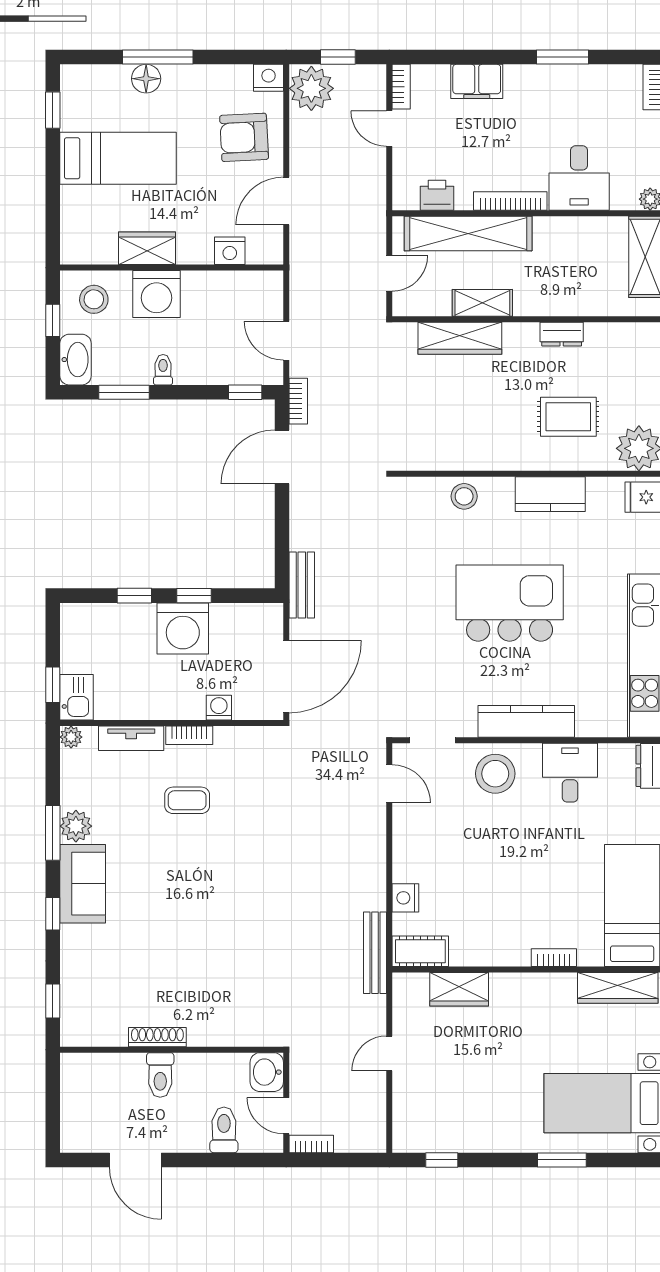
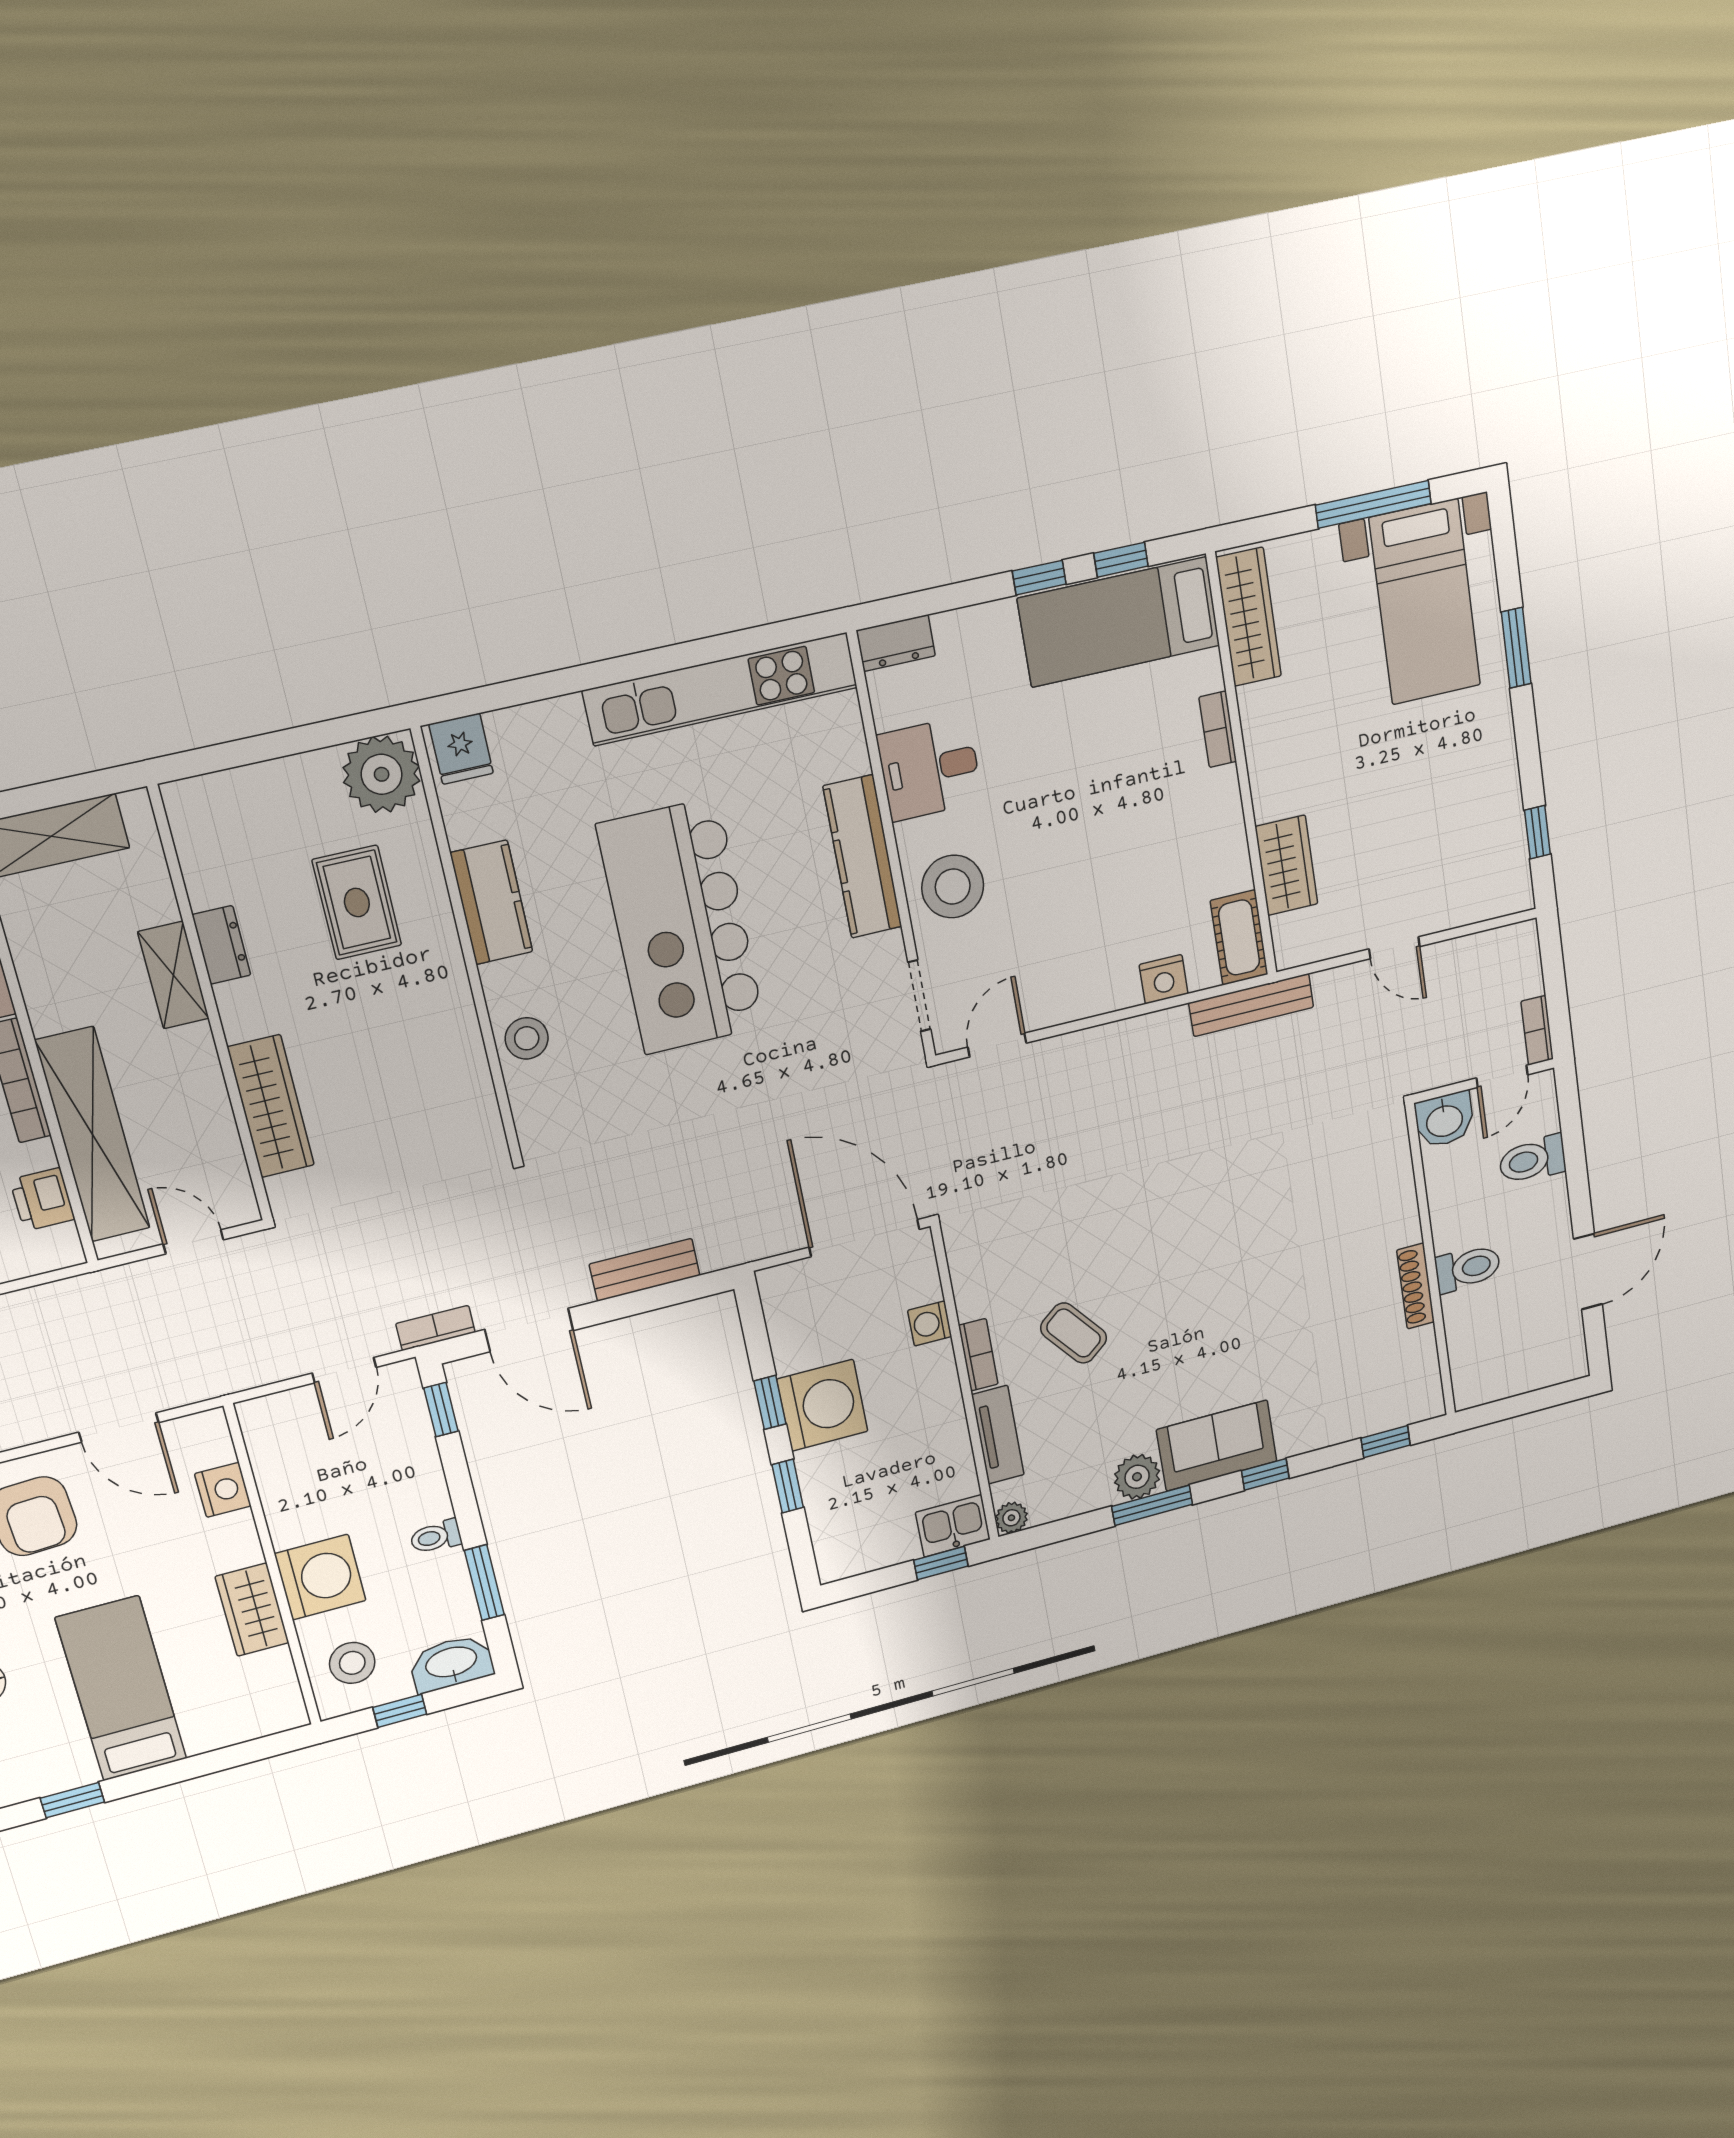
shelving: (482, 303) -> (173, 975), moved
bench: (302, 585) -> (645, 1270), moved
kitchen island: (510, 603) -> (681, 927), width x1.37
coffee table: (187, 800) -> (1074, 1333), turned -39

